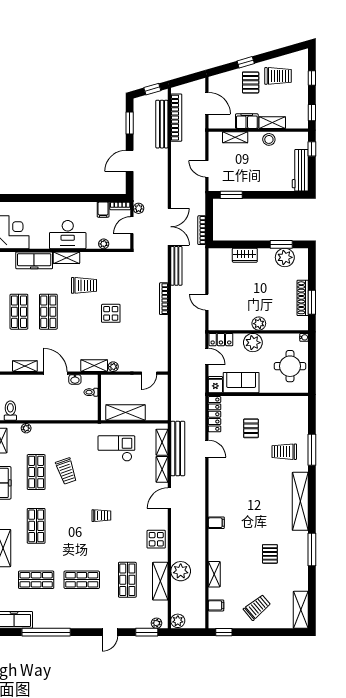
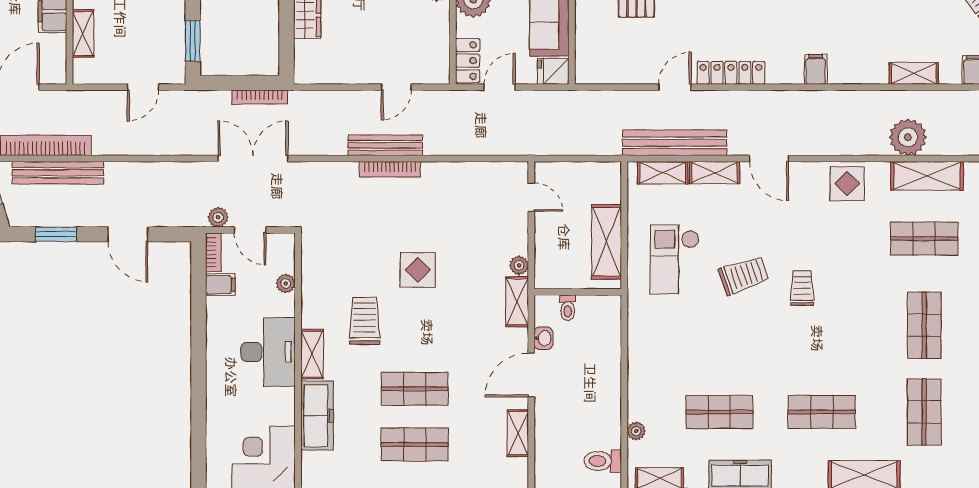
bench: (176, 266) -> (385, 145), moved
locker: (215, 414) -> (731, 73), moved
trolley: (66, 471) -> (744, 275), moved

